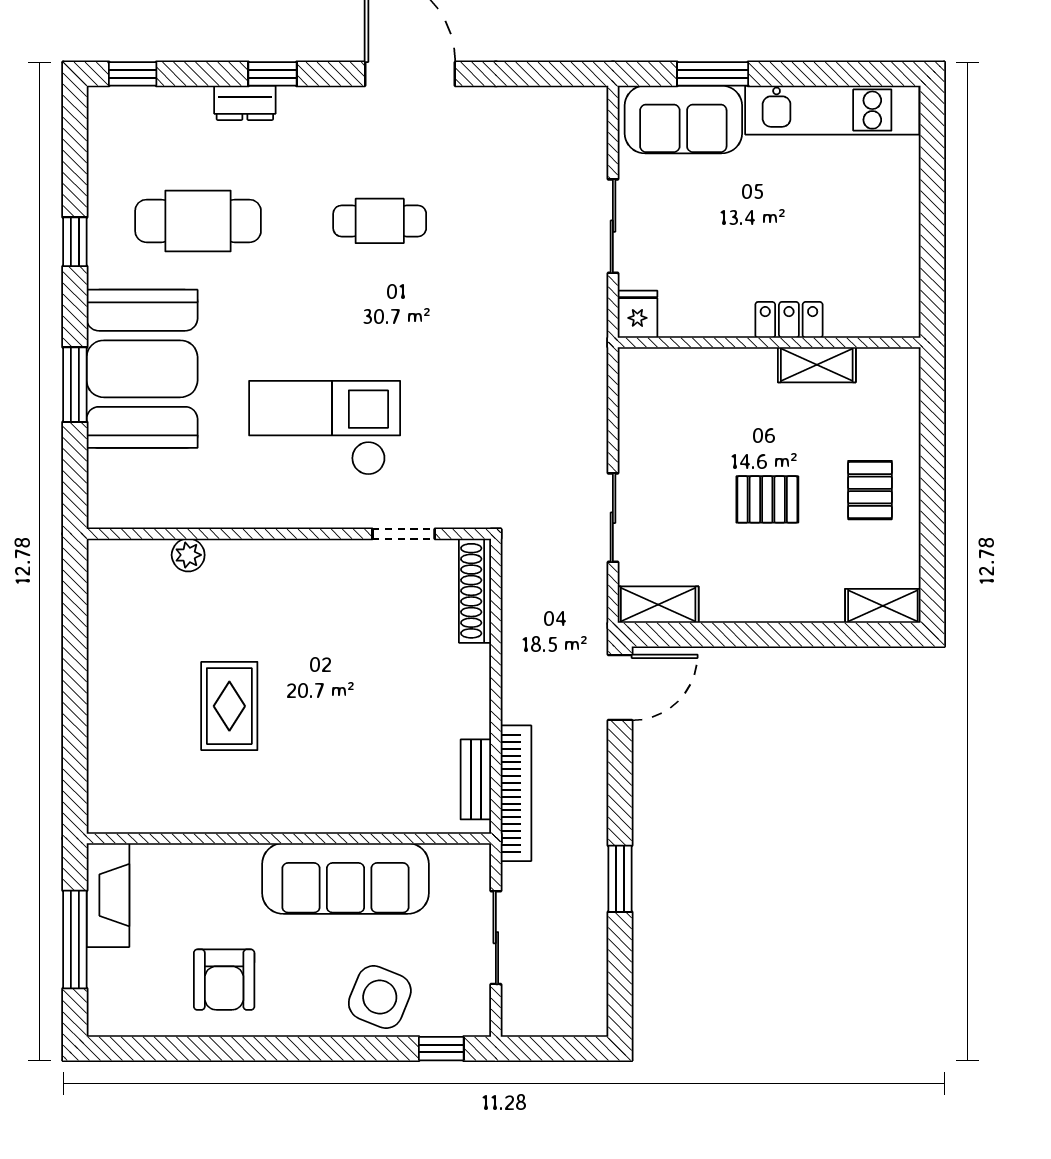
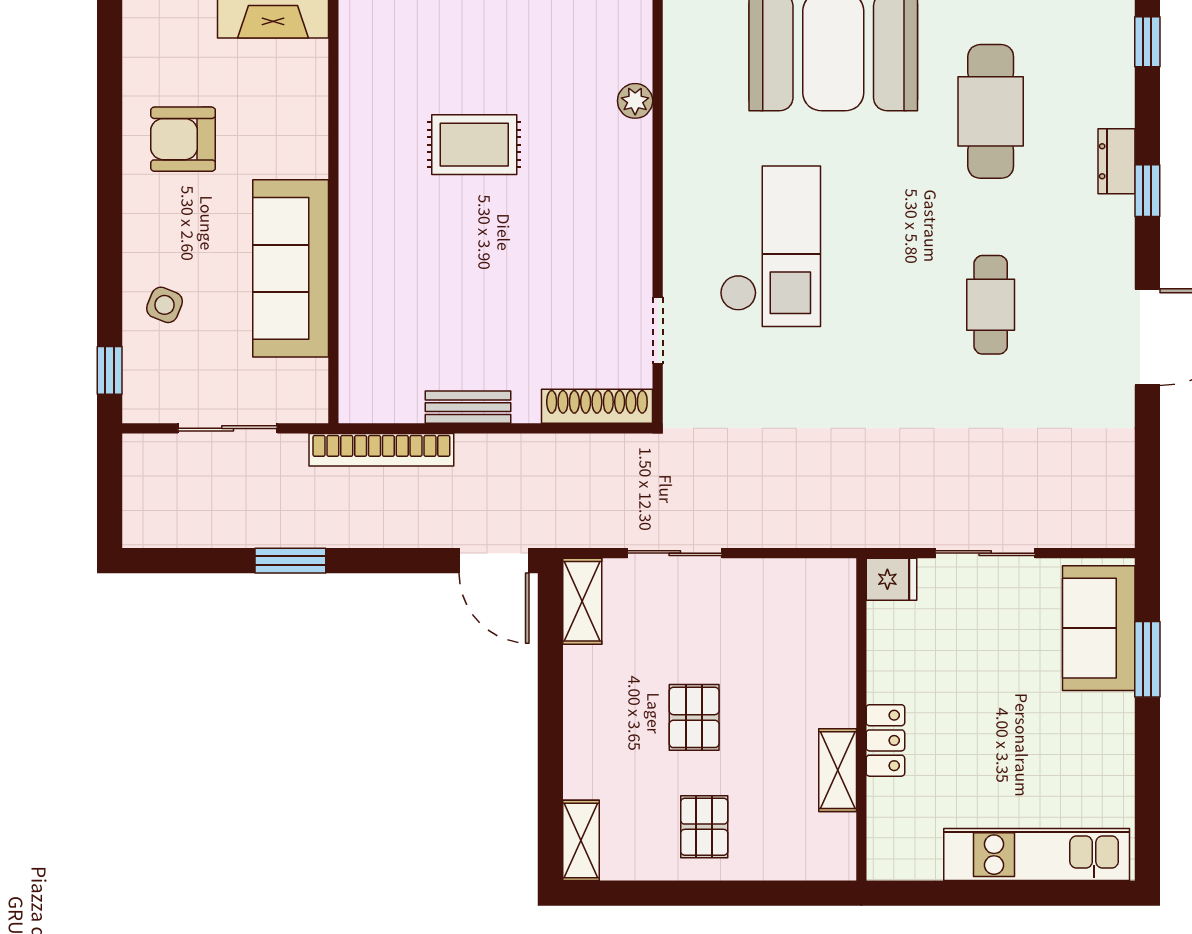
kitchen unit: (832, 110) -> (1037, 855), moved, turned 90
pallet: (870, 490) -> (704, 827), turned 90
bench: (476, 779) -> (468, 407), moved
side table: (380, 997) -> (165, 305), width x0.54, depth x0.54

